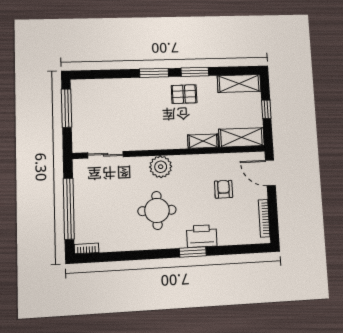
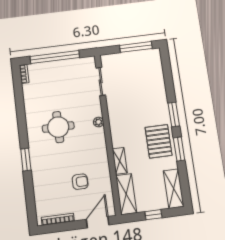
pallet: (184, 94) -> (159, 141), width x1.50, depth x1.42
plant: (161, 167) -> (98, 122), width x0.53, depth x0.53
printer: (202, 236) -> (39, 166), removed

